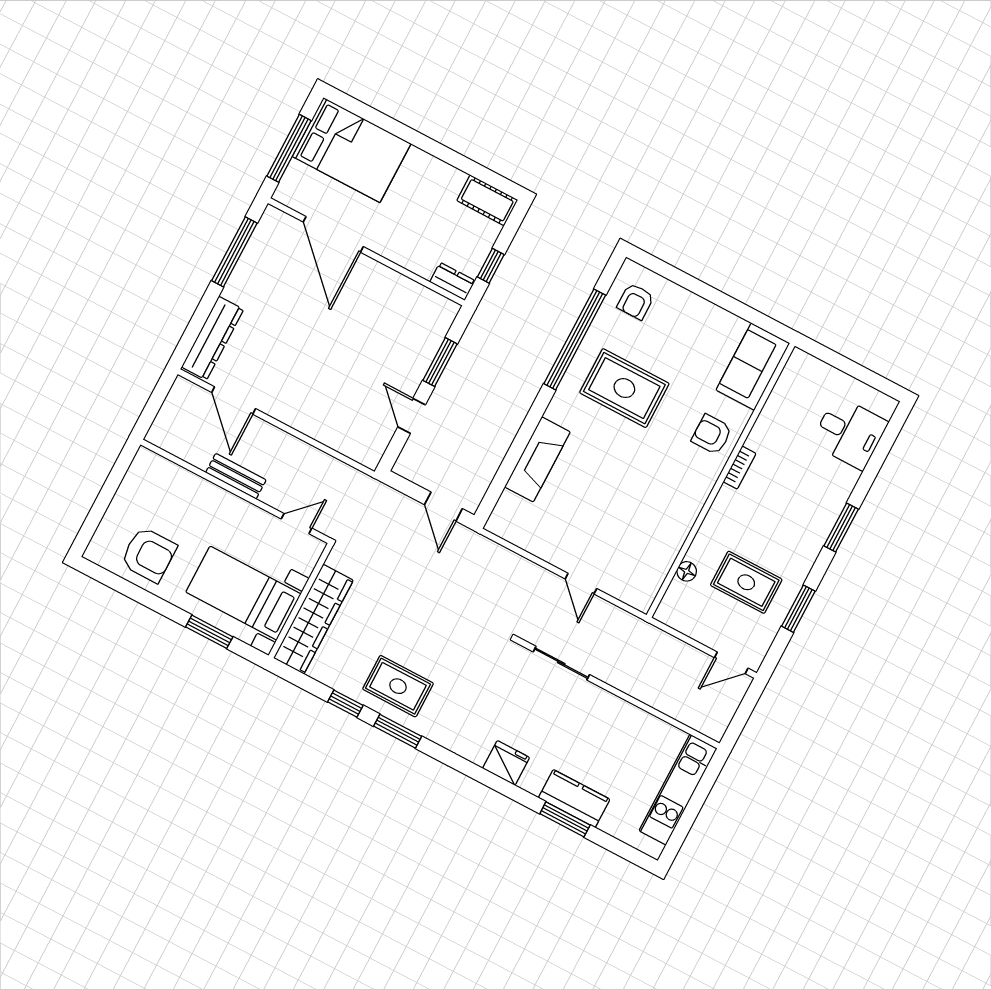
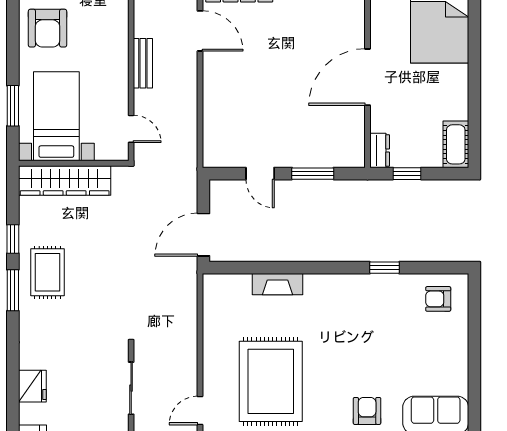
door: (333, 234) -> (368, 77), moved
window: (575, 339) -> (384, 268), width x0.32
rug: (624, 388) -> (271, 381), moved, width x1.37, depth x1.44
door: (234, 400) -> (200, 31), swing flipped
door: (412, 416) -> (260, 174), swing flipped
fireplace: (537, 459) -> (278, 284), width x0.73, depth x0.76
door: (443, 507) -> (203, 235), width x1.38
door: (581, 584) -> (200, 410), moved

